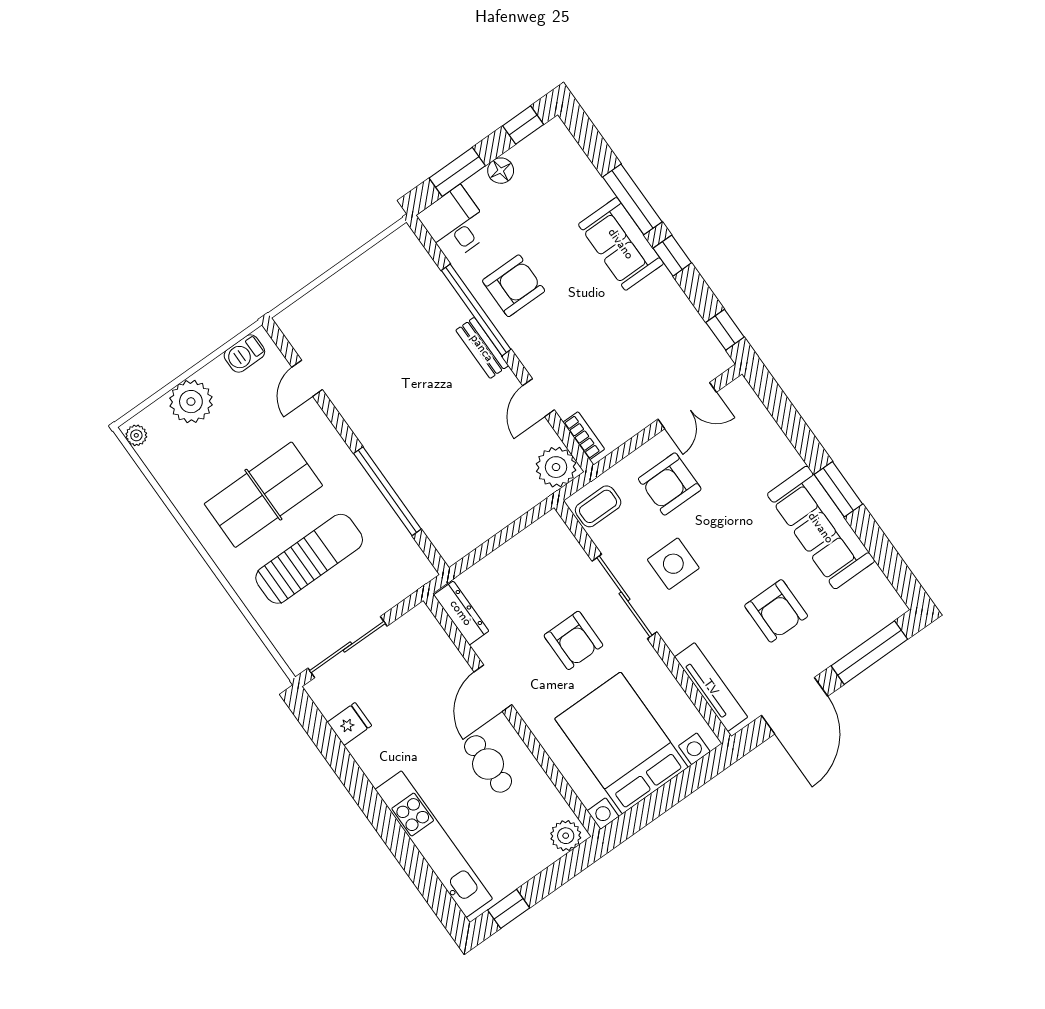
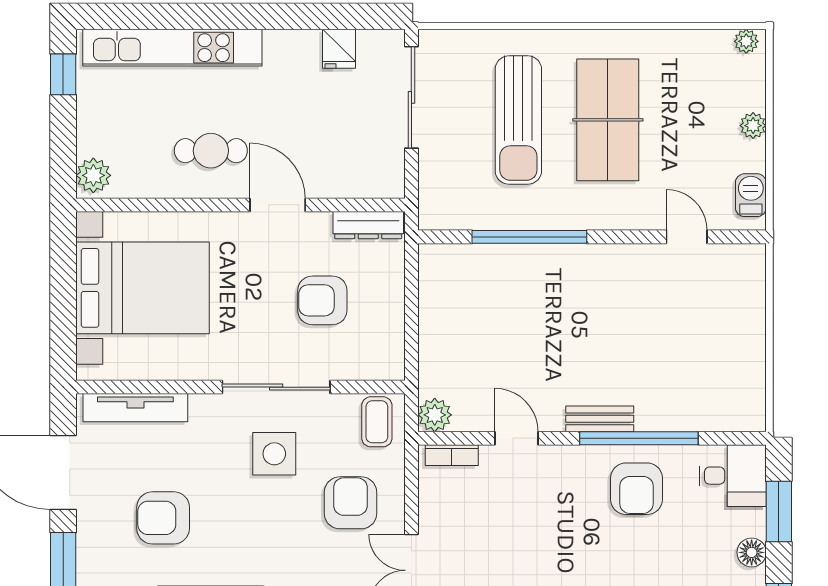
plant: (191, 402) -> (753, 126), width x0.53, depth x0.53
plant: (556, 467) -> (435, 415), width x0.73, depth x0.73
armchair: (573, 640) -> (322, 300), moved

